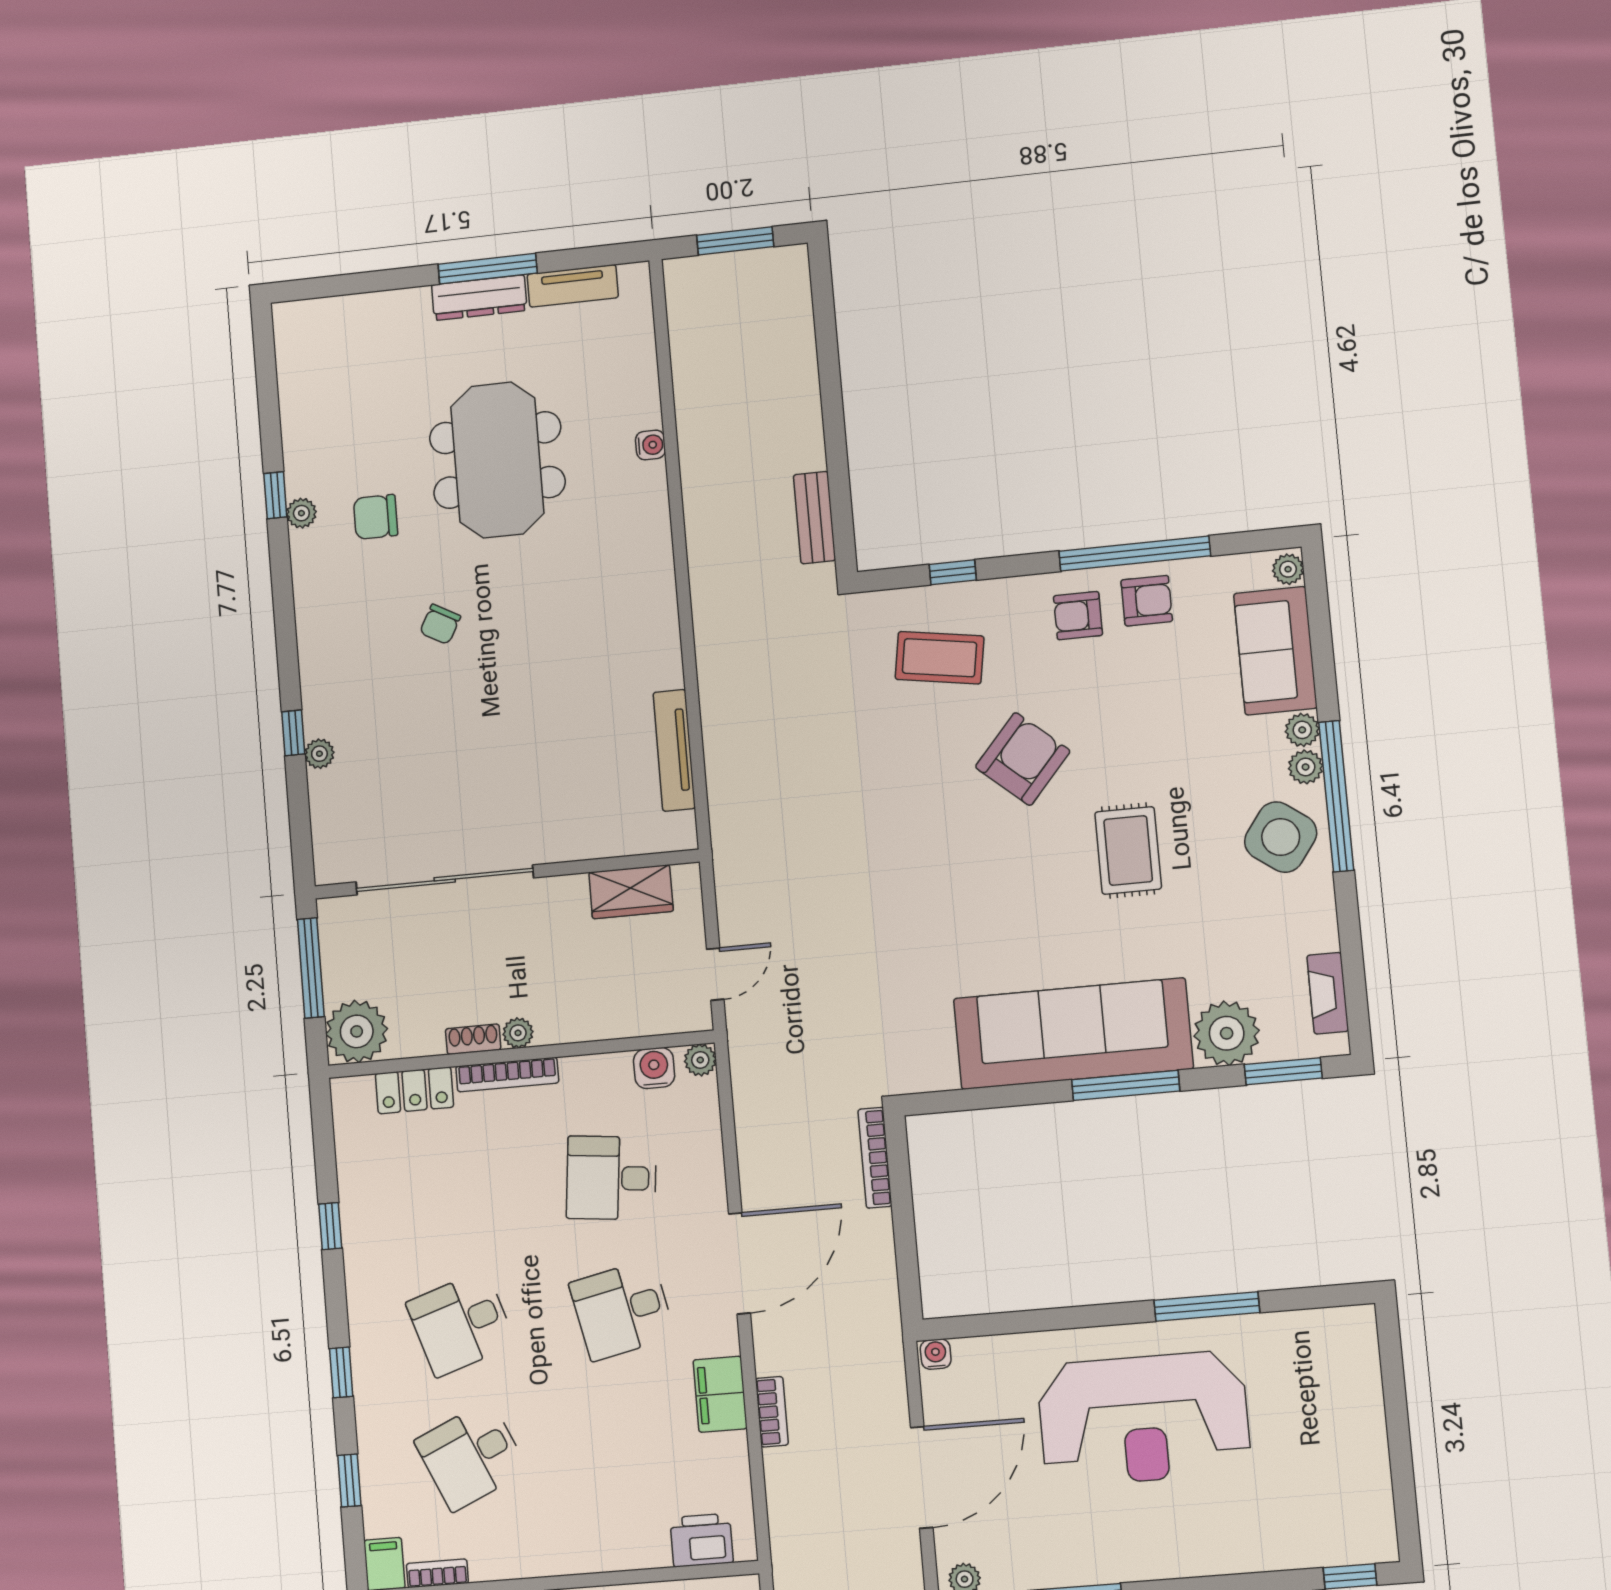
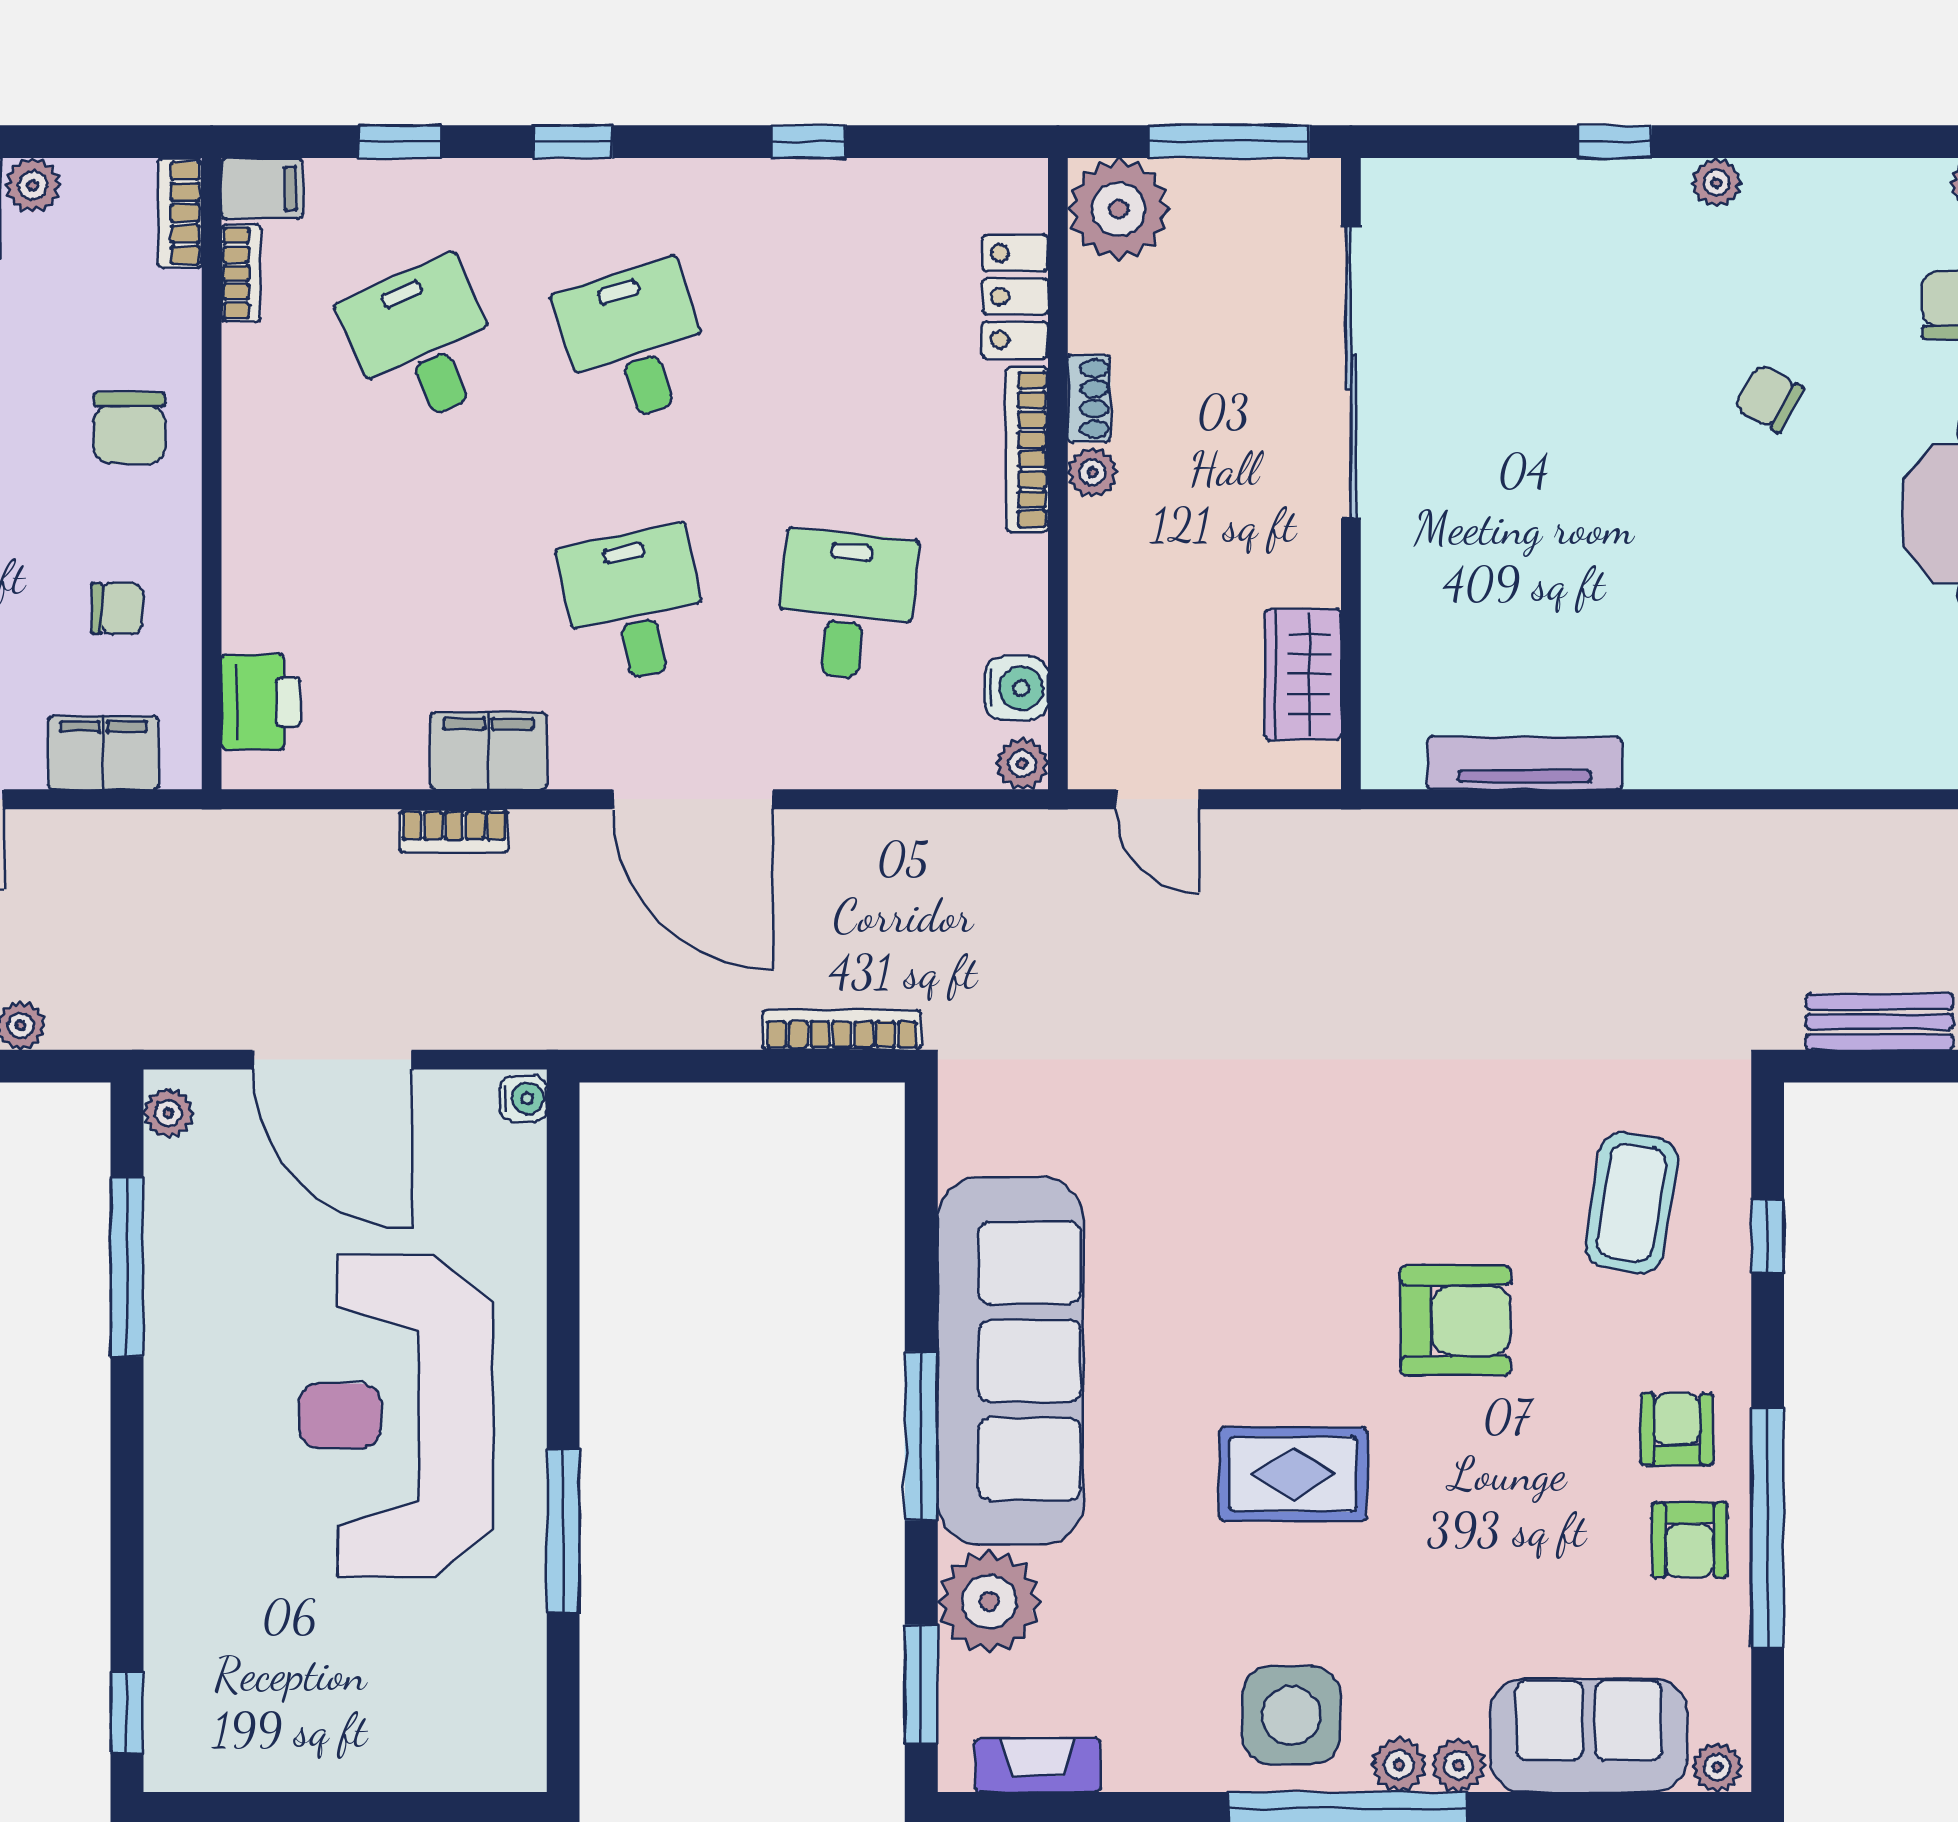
plant: (319, 754) -> (1716, 183), moved
armchair: (1023, 759) -> (1456, 1321), turned -41
side table: (1281, 837) -> (1291, 1715), turned -36

